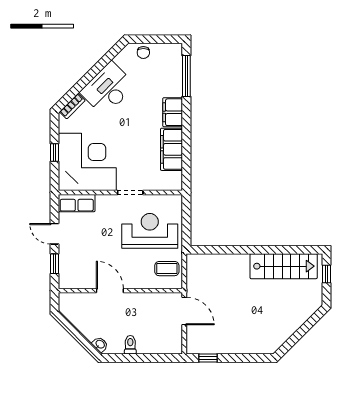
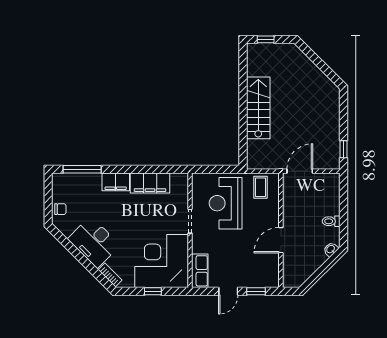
stairs: (284, 266) -> (258, 108), moved

